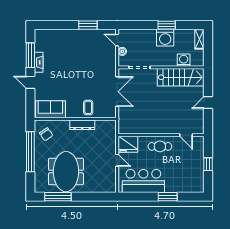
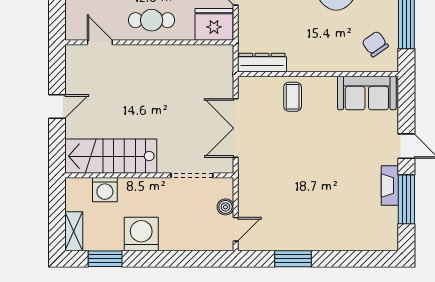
window: (167, 25) -> (105, 259), moved
door: (117, 40) -> (236, 229), hinge flipped
dresser: (82, 125) -> (262, 63), moved

